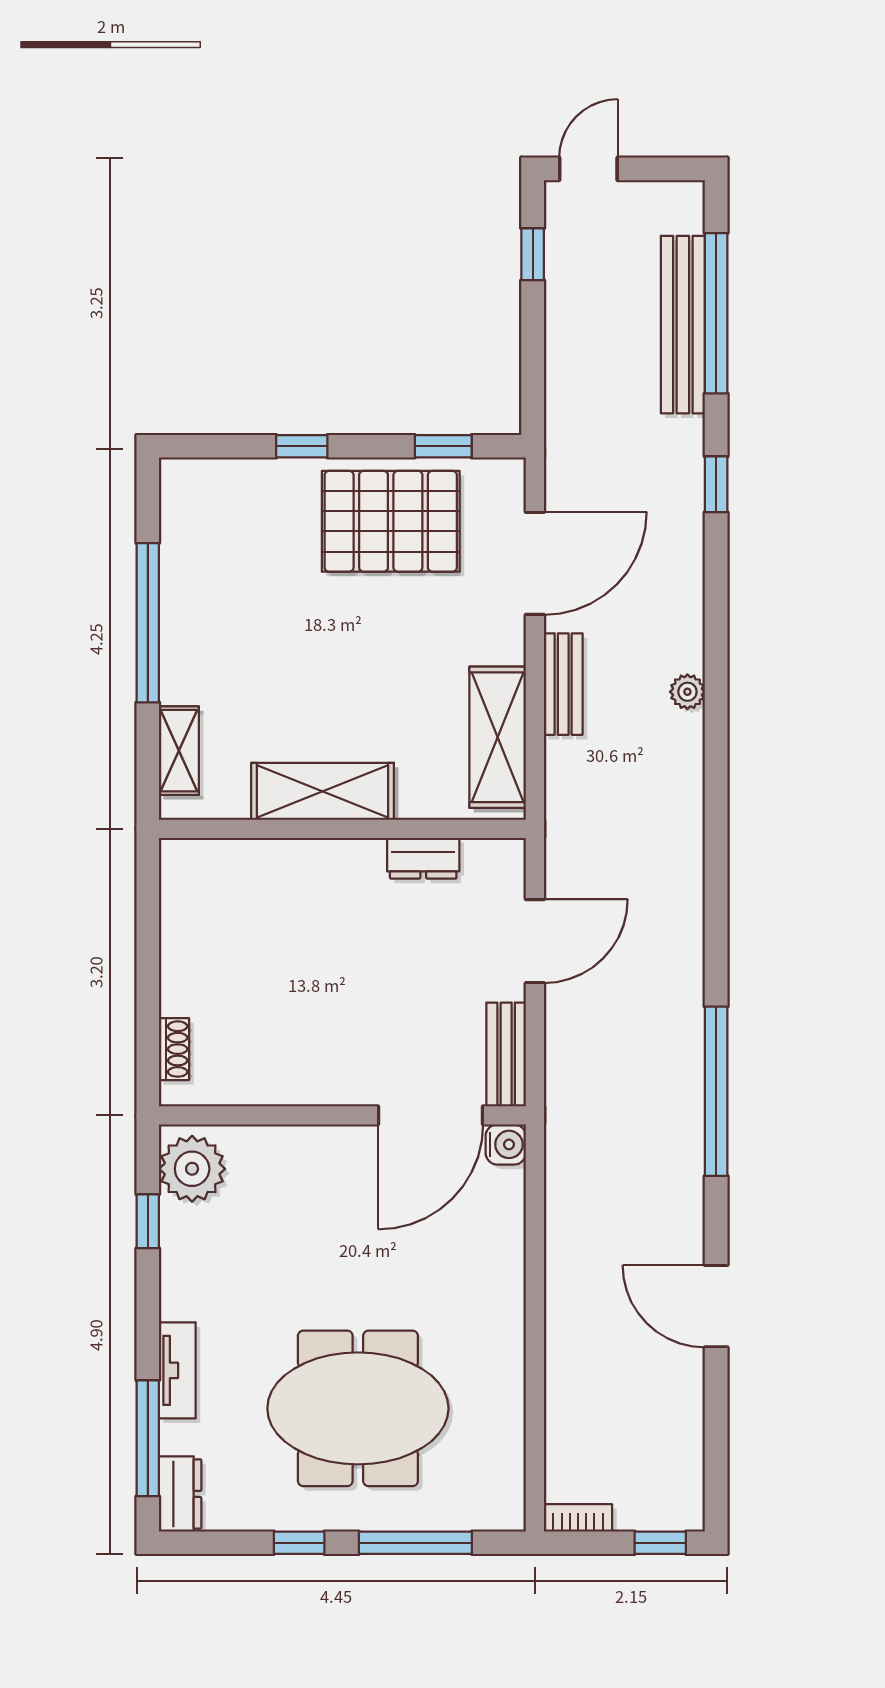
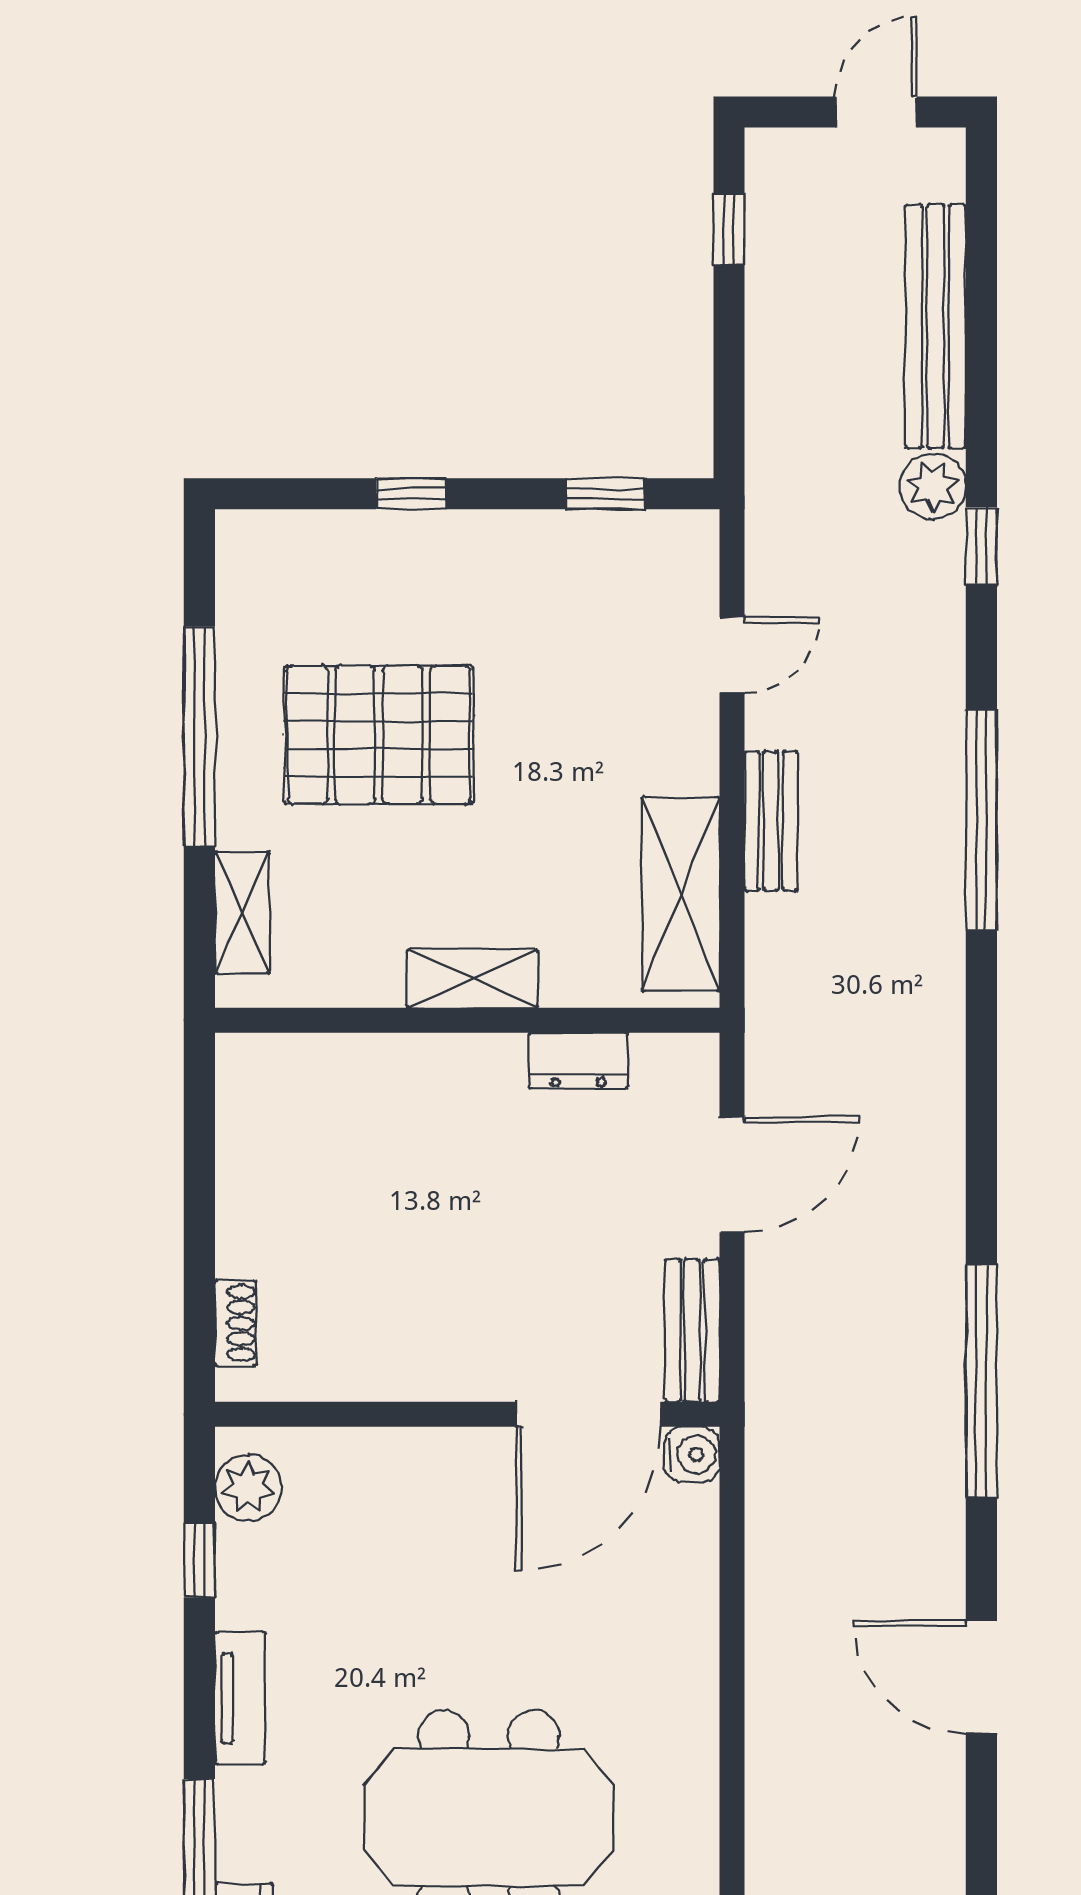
door: (588, 169) -> (876, 112), moved
window: (716, 313) -> (981, 820), moved
pallet: (391, 521) -> (379, 735), moved
door: (535, 563) -> (732, 655), width x0.53
plant: (687, 692) -> (933, 486), moved, width x1.38, depth x1.38
shelving: (323, 791) -> (473, 978), width x0.67, depth x0.75
plant: (192, 1169) -> (248, 1488), width x0.73, depth x0.73
tv unit: (177, 1370) -> (240, 1698), moved

